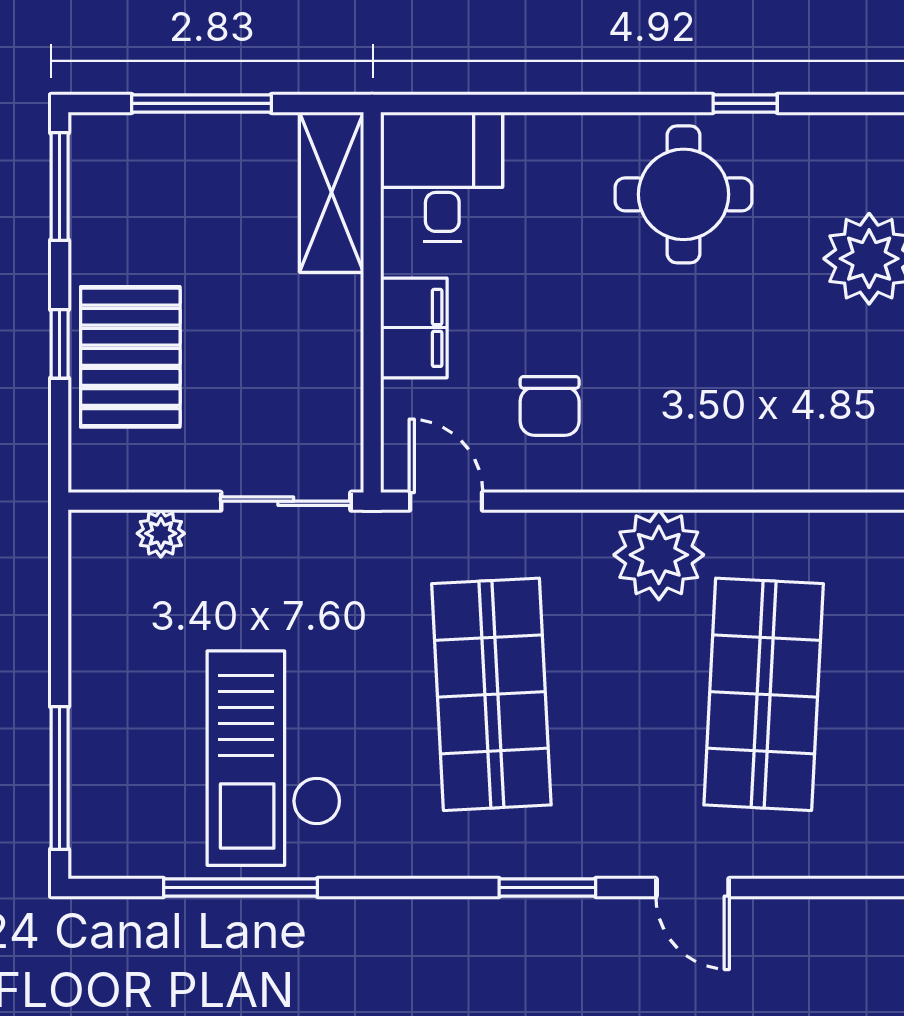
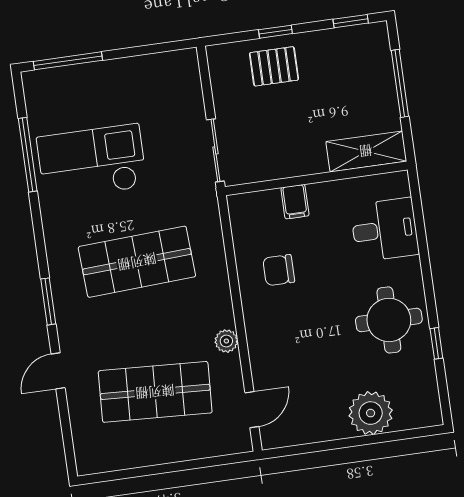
desk: (442, 177) -> (385, 230), moved
window: (60, 187) -> (351, 21), width x0.67
filing cabinet: (414, 328) -> (295, 202), width x0.50
pallet: (130, 357) -> (274, 66), width x0.67, depth x0.71
door: (446, 501) -> (252, 410), moved
plant: (161, 533) -> (192, 93), removed
plant: (659, 555) -> (226, 341), width x0.53, depth x0.53

